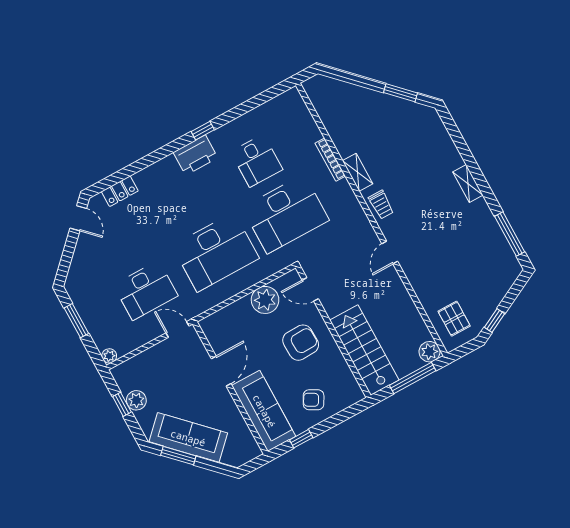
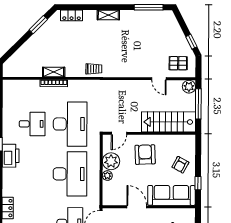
locker: (439, 132) -> (72, 15), added
shelving: (358, 172) -> (54, 72), moved
door: (390, 253) -> (159, 79), moved
plant: (242, 306) -> (107, 176), added

